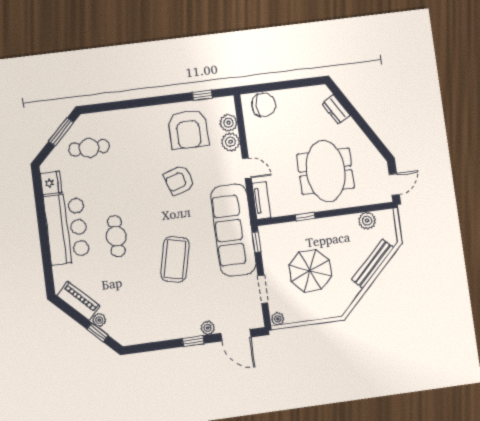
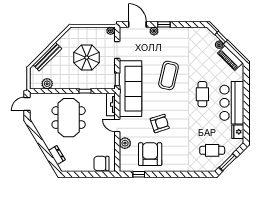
plant: (228, 123) -> (125, 155), removed

